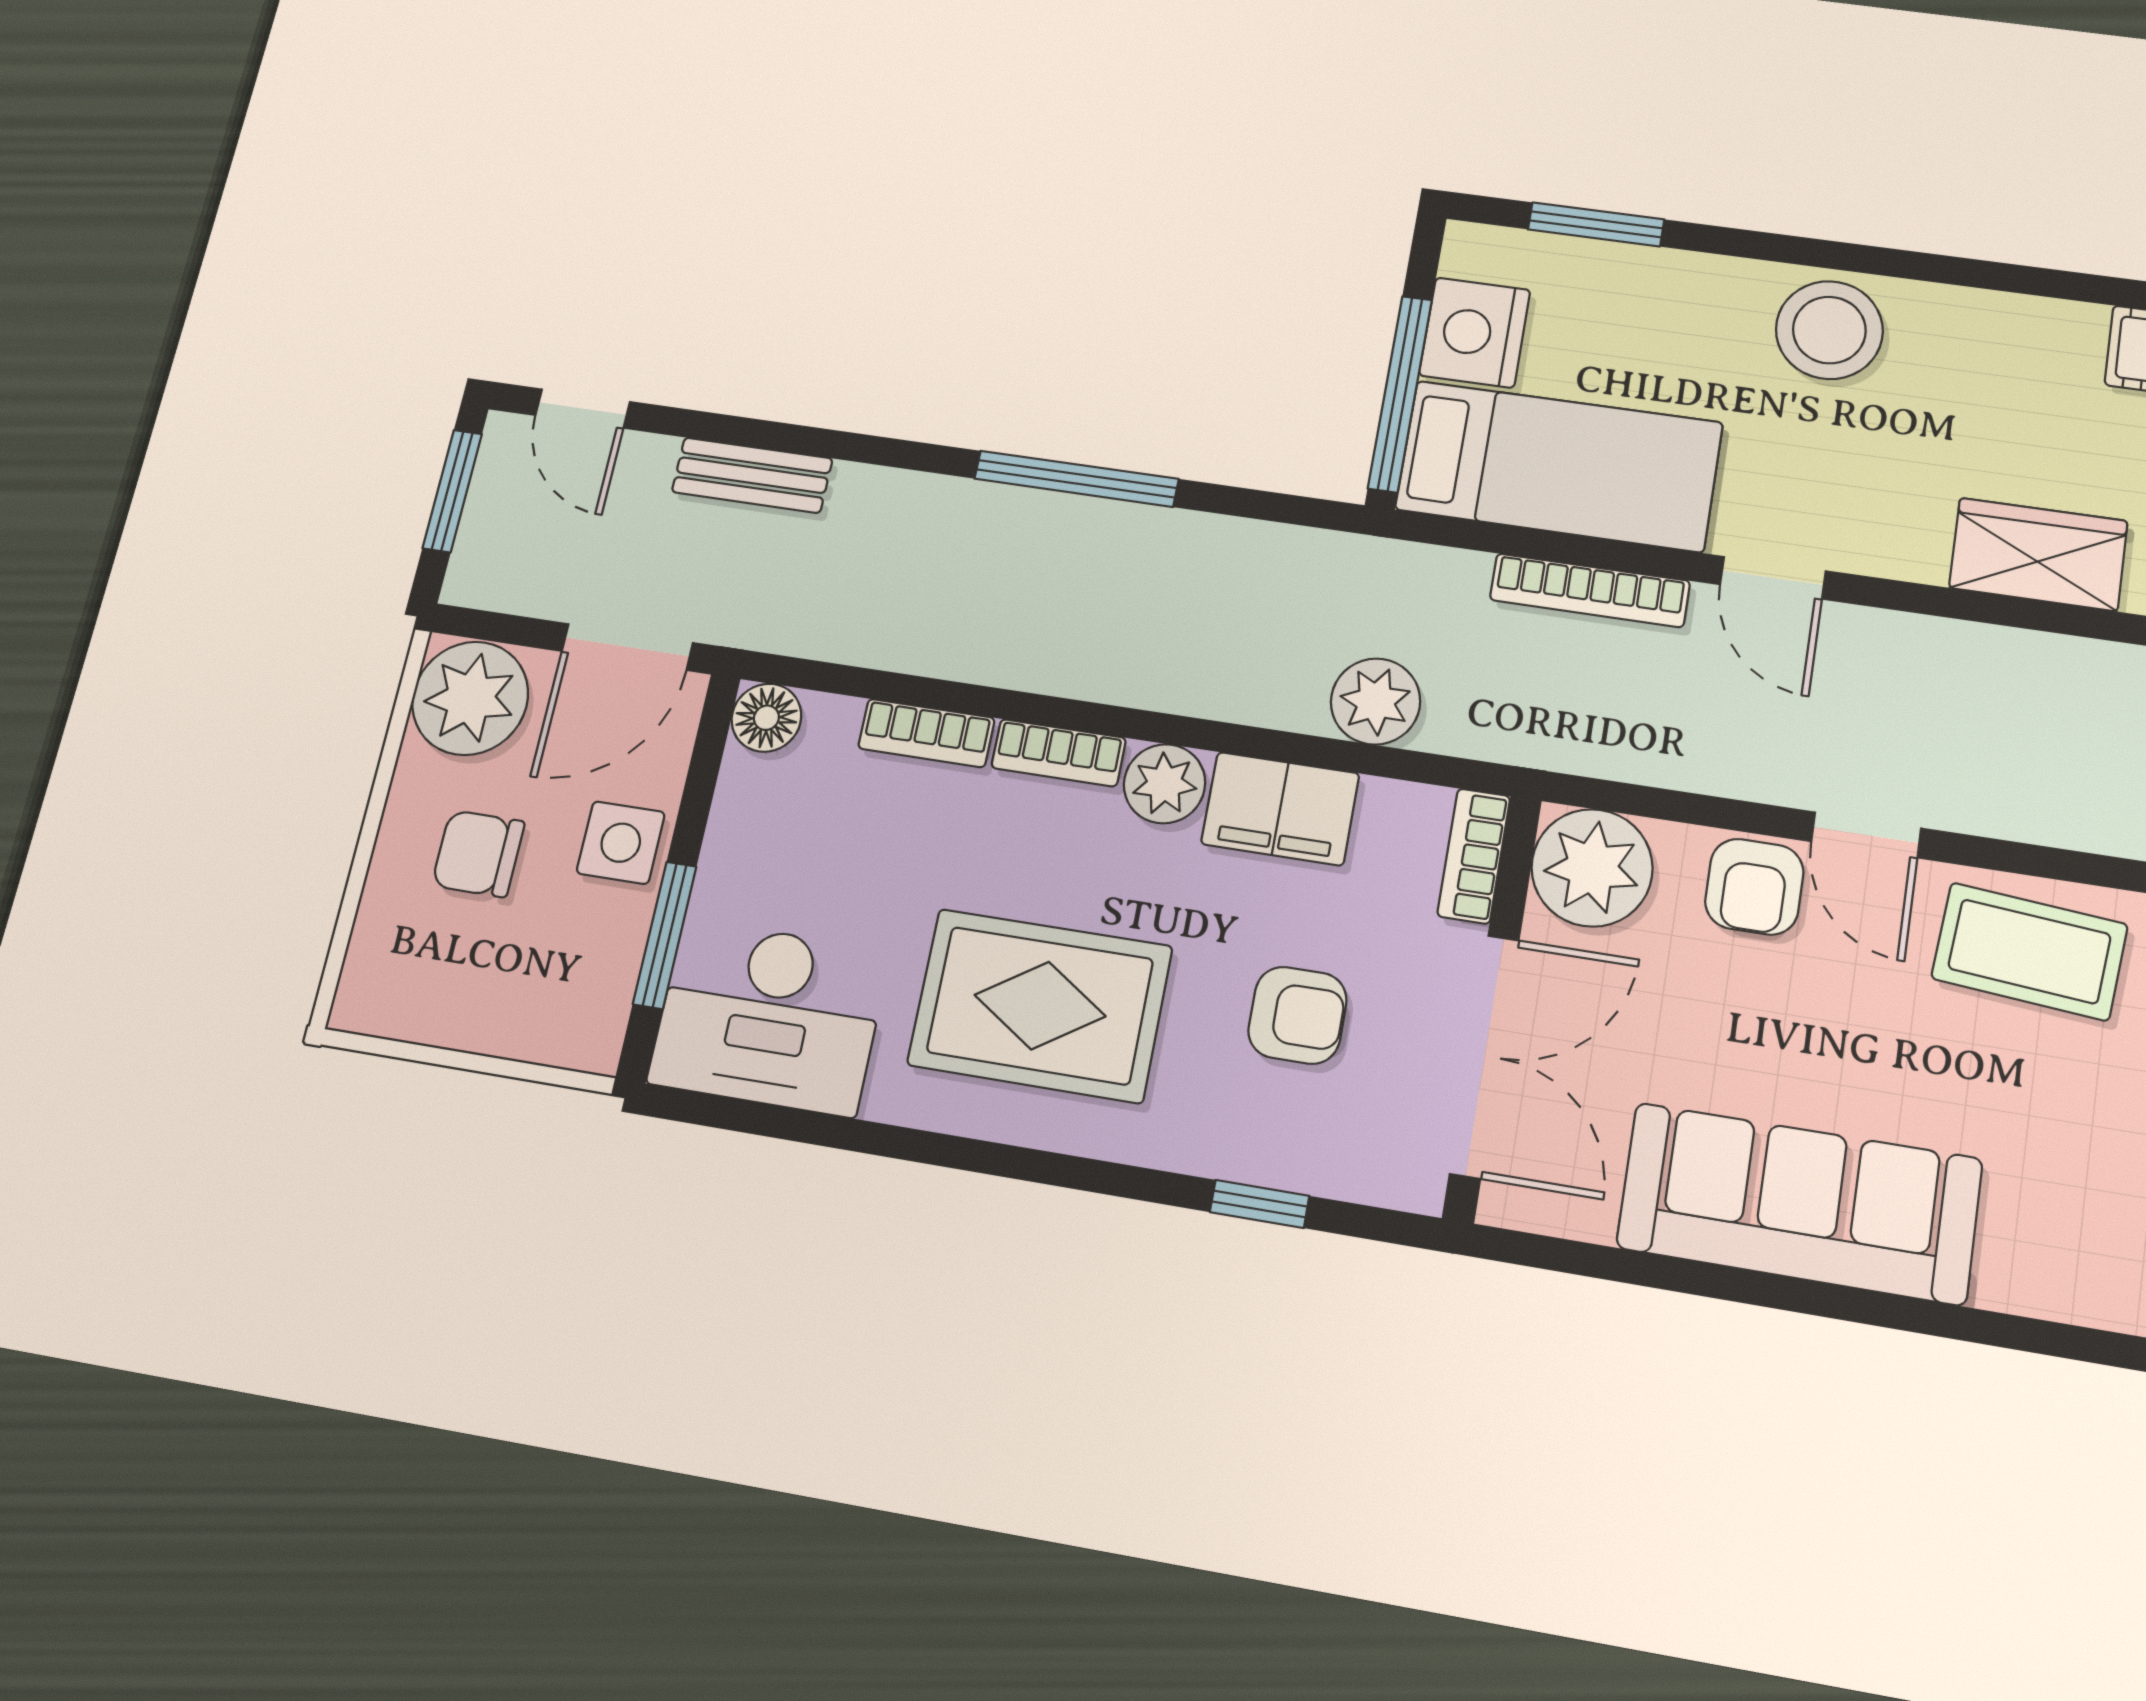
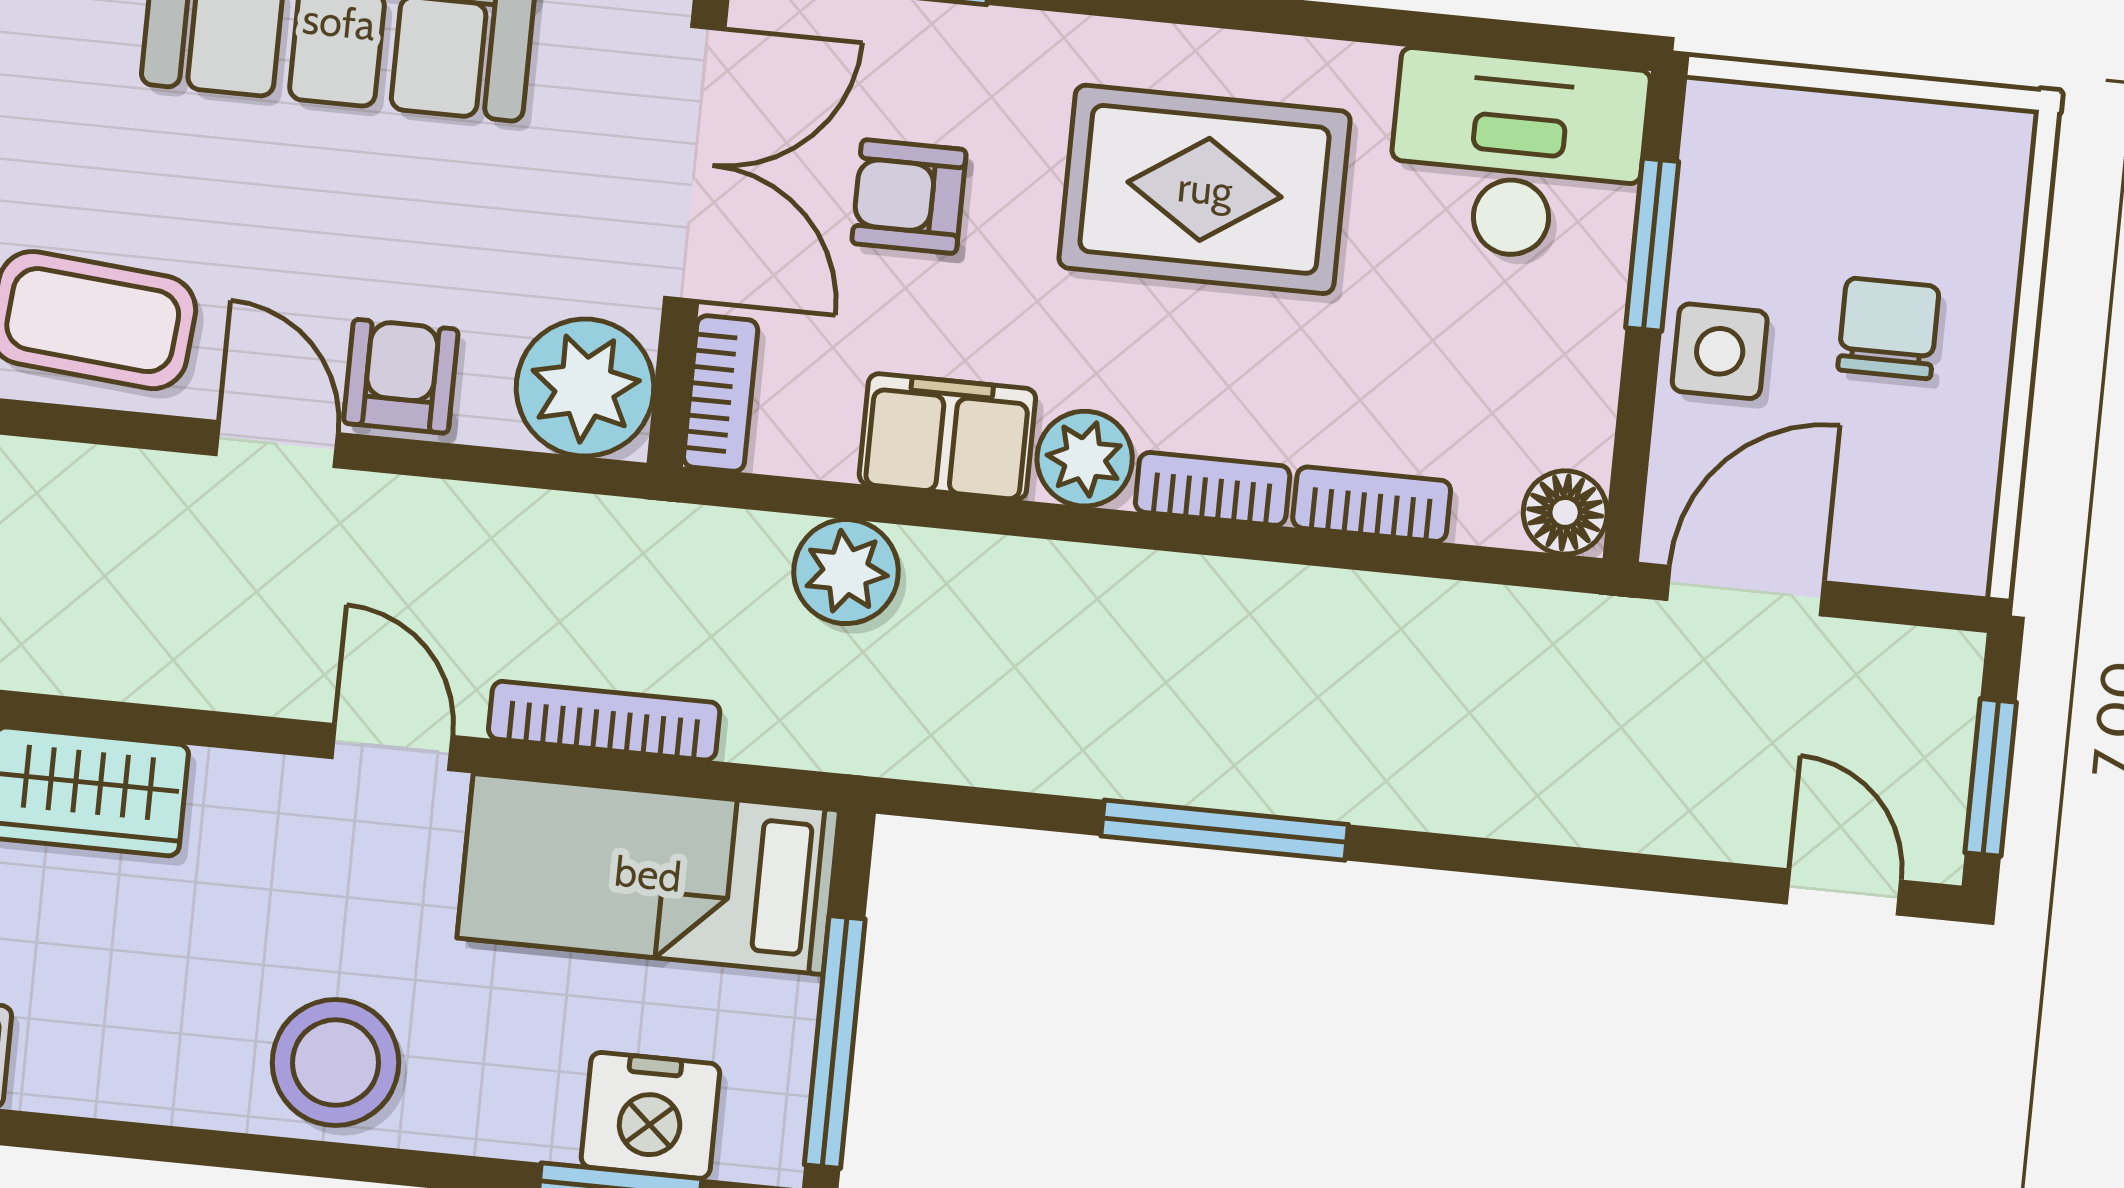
nightstand: (1475, 333) -> (650, 1115), moved, turned 90
window: (1400, 394) -> (835, 1042), moved
bench: (752, 475) -> (1621, 816), removed
plant: (470, 698) -> (1928, 517), removed
chair: (478, 854) -> (1888, 328), turned -90
double door: (1484, 1056) -> (695, 163), swing flipped

